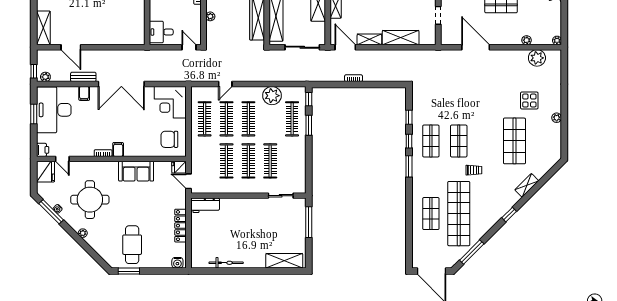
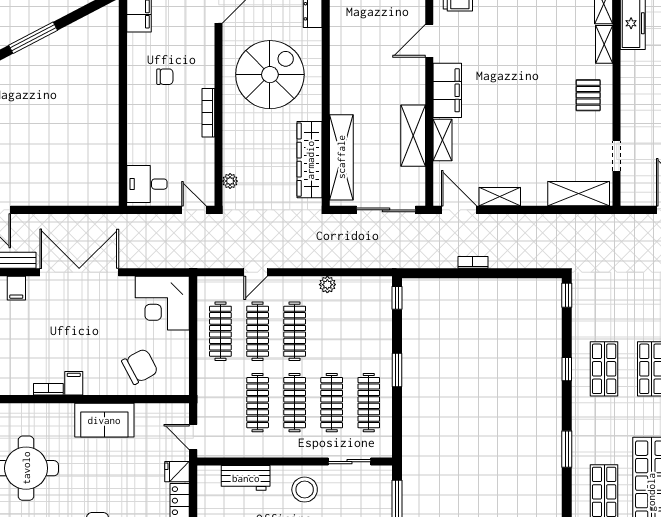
plant: (210, 16) -> (230, 181), moved
shelving: (401, 38) -> (579, 194), moved
double door: (121, 84) -> (79, 272), swing flipped
plant: (272, 96) -> (327, 285), width x0.53, depth x0.53
window: (409, 117) -> (567, 295), moved
clothes rail: (292, 119) -> (369, 403), moved
window: (309, 125) -> (397, 370), moved
chair: (169, 139) -> (140, 367), moved, turned 152
window: (409, 166) -> (567, 449), moved
fridge: (179, 167) -> (177, 472), moved
workbench: (205, 205) -> (246, 478), moved
stool: (254, 212) -> (305, 490), added

